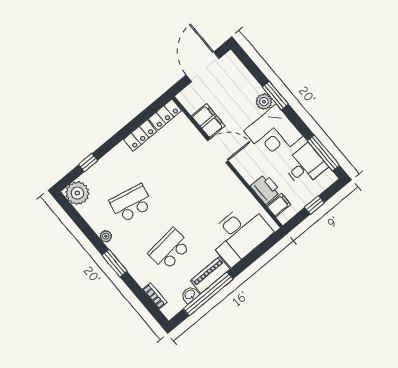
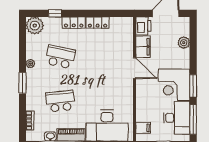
window: (275, 96) -> (193, 86), moved
plant: (264, 102) -> (184, 43), moved
locker: (165, 115) -> (74, 23), moved
desk: (305, 166) -> (177, 118), width x1.37
printer: (266, 189) -> (143, 26), moved

